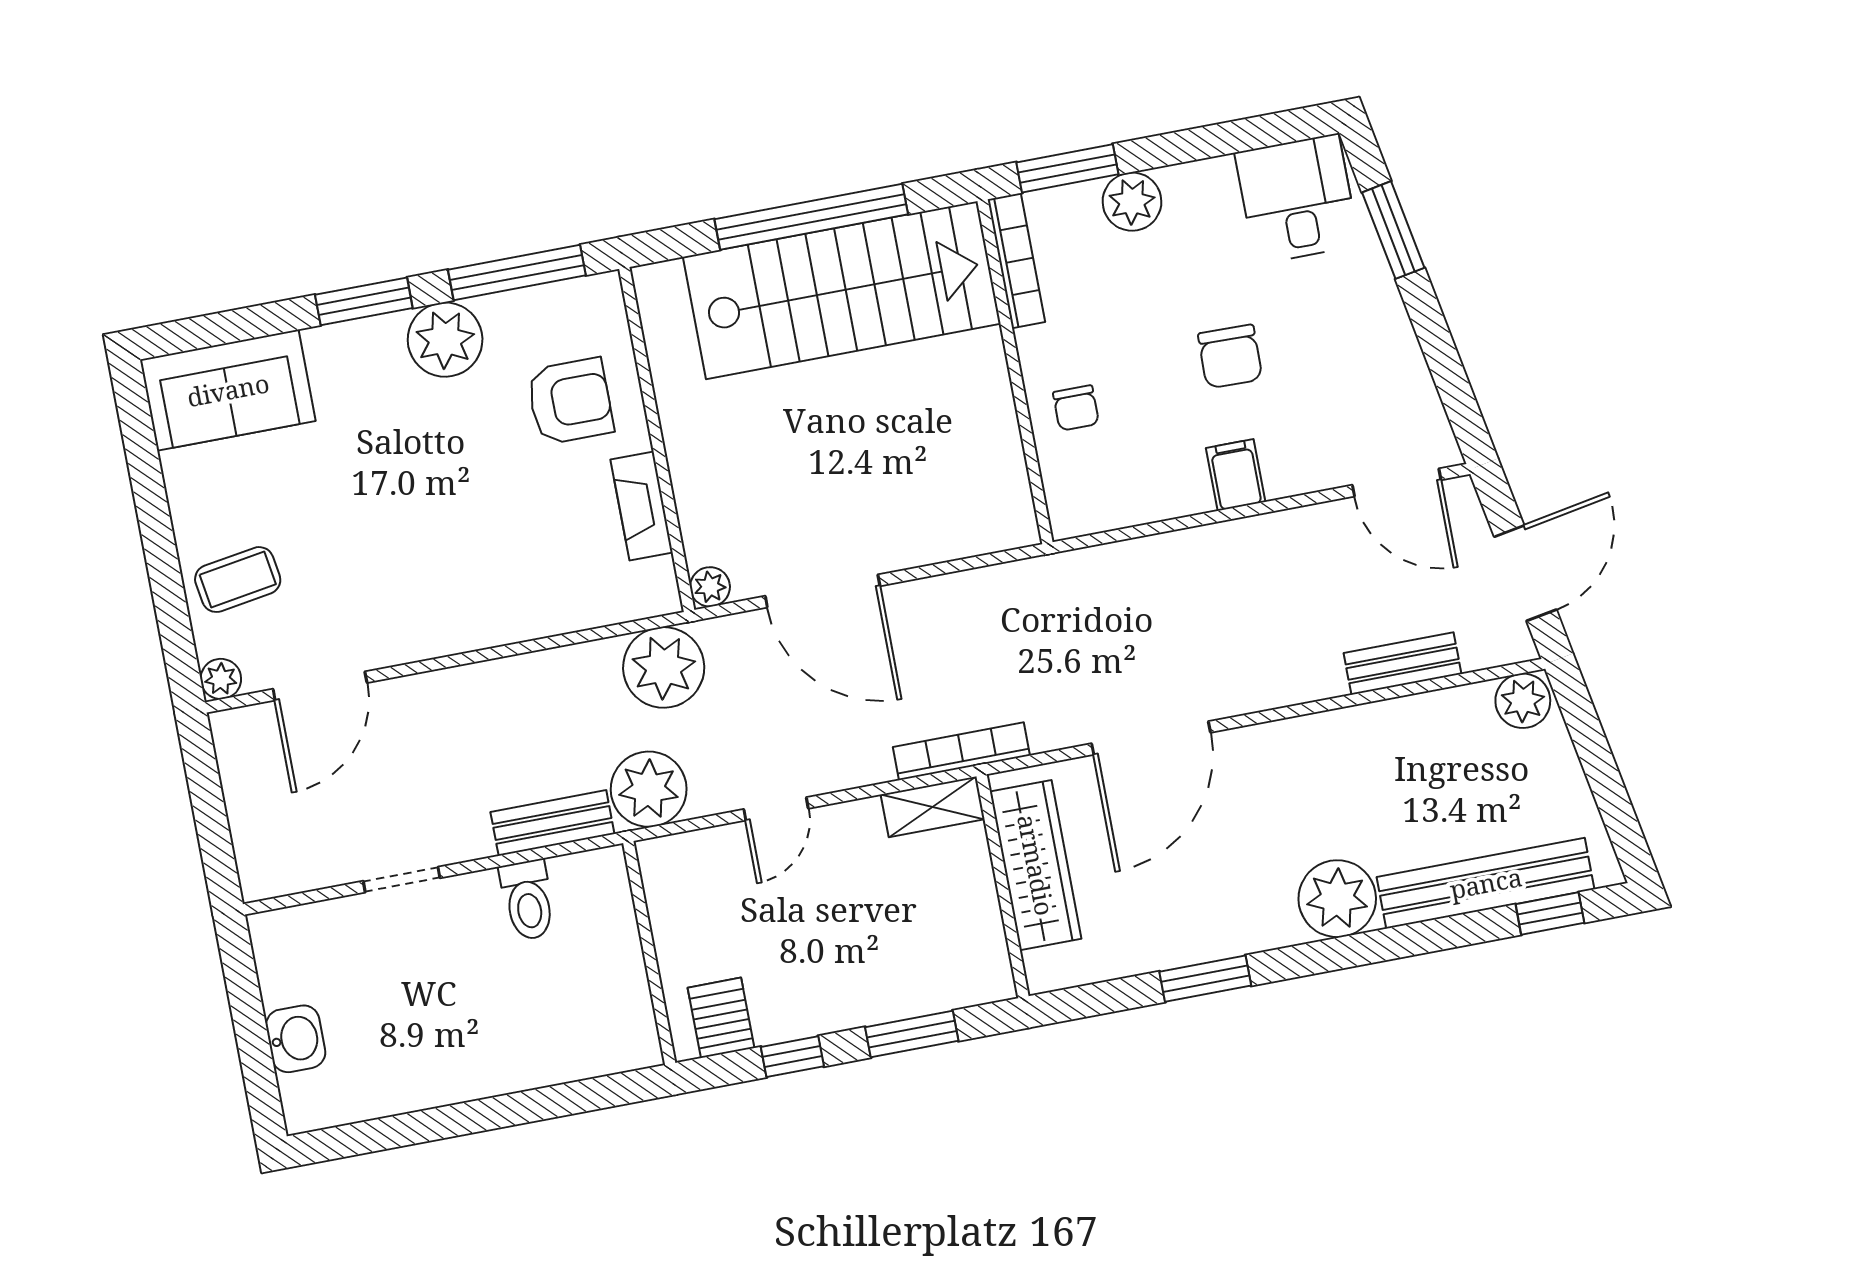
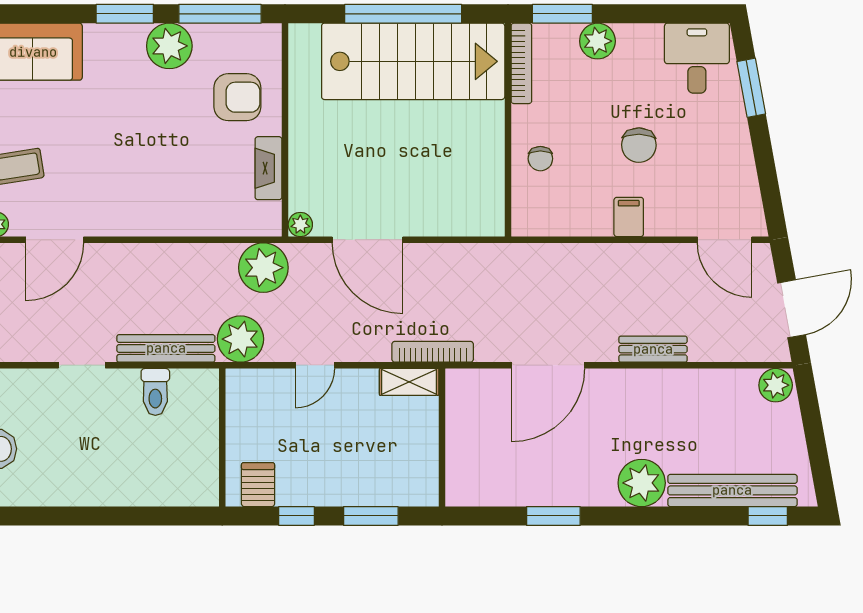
bench: (1402, 664) -> (653, 349), moved
bench: (552, 823) -> (166, 348), width x1.36
wardrobe: (1036, 865) -> (464, 429), removed

